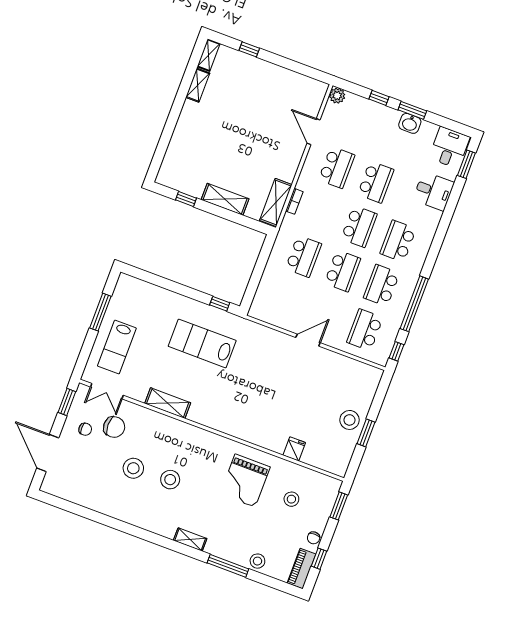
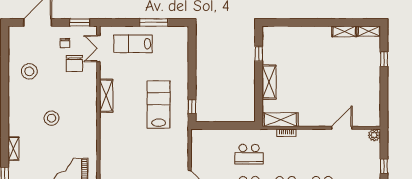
school desk: (337, 167) -> (322, 154), removed
stool: (133, 468) -> (29, 71), moved

